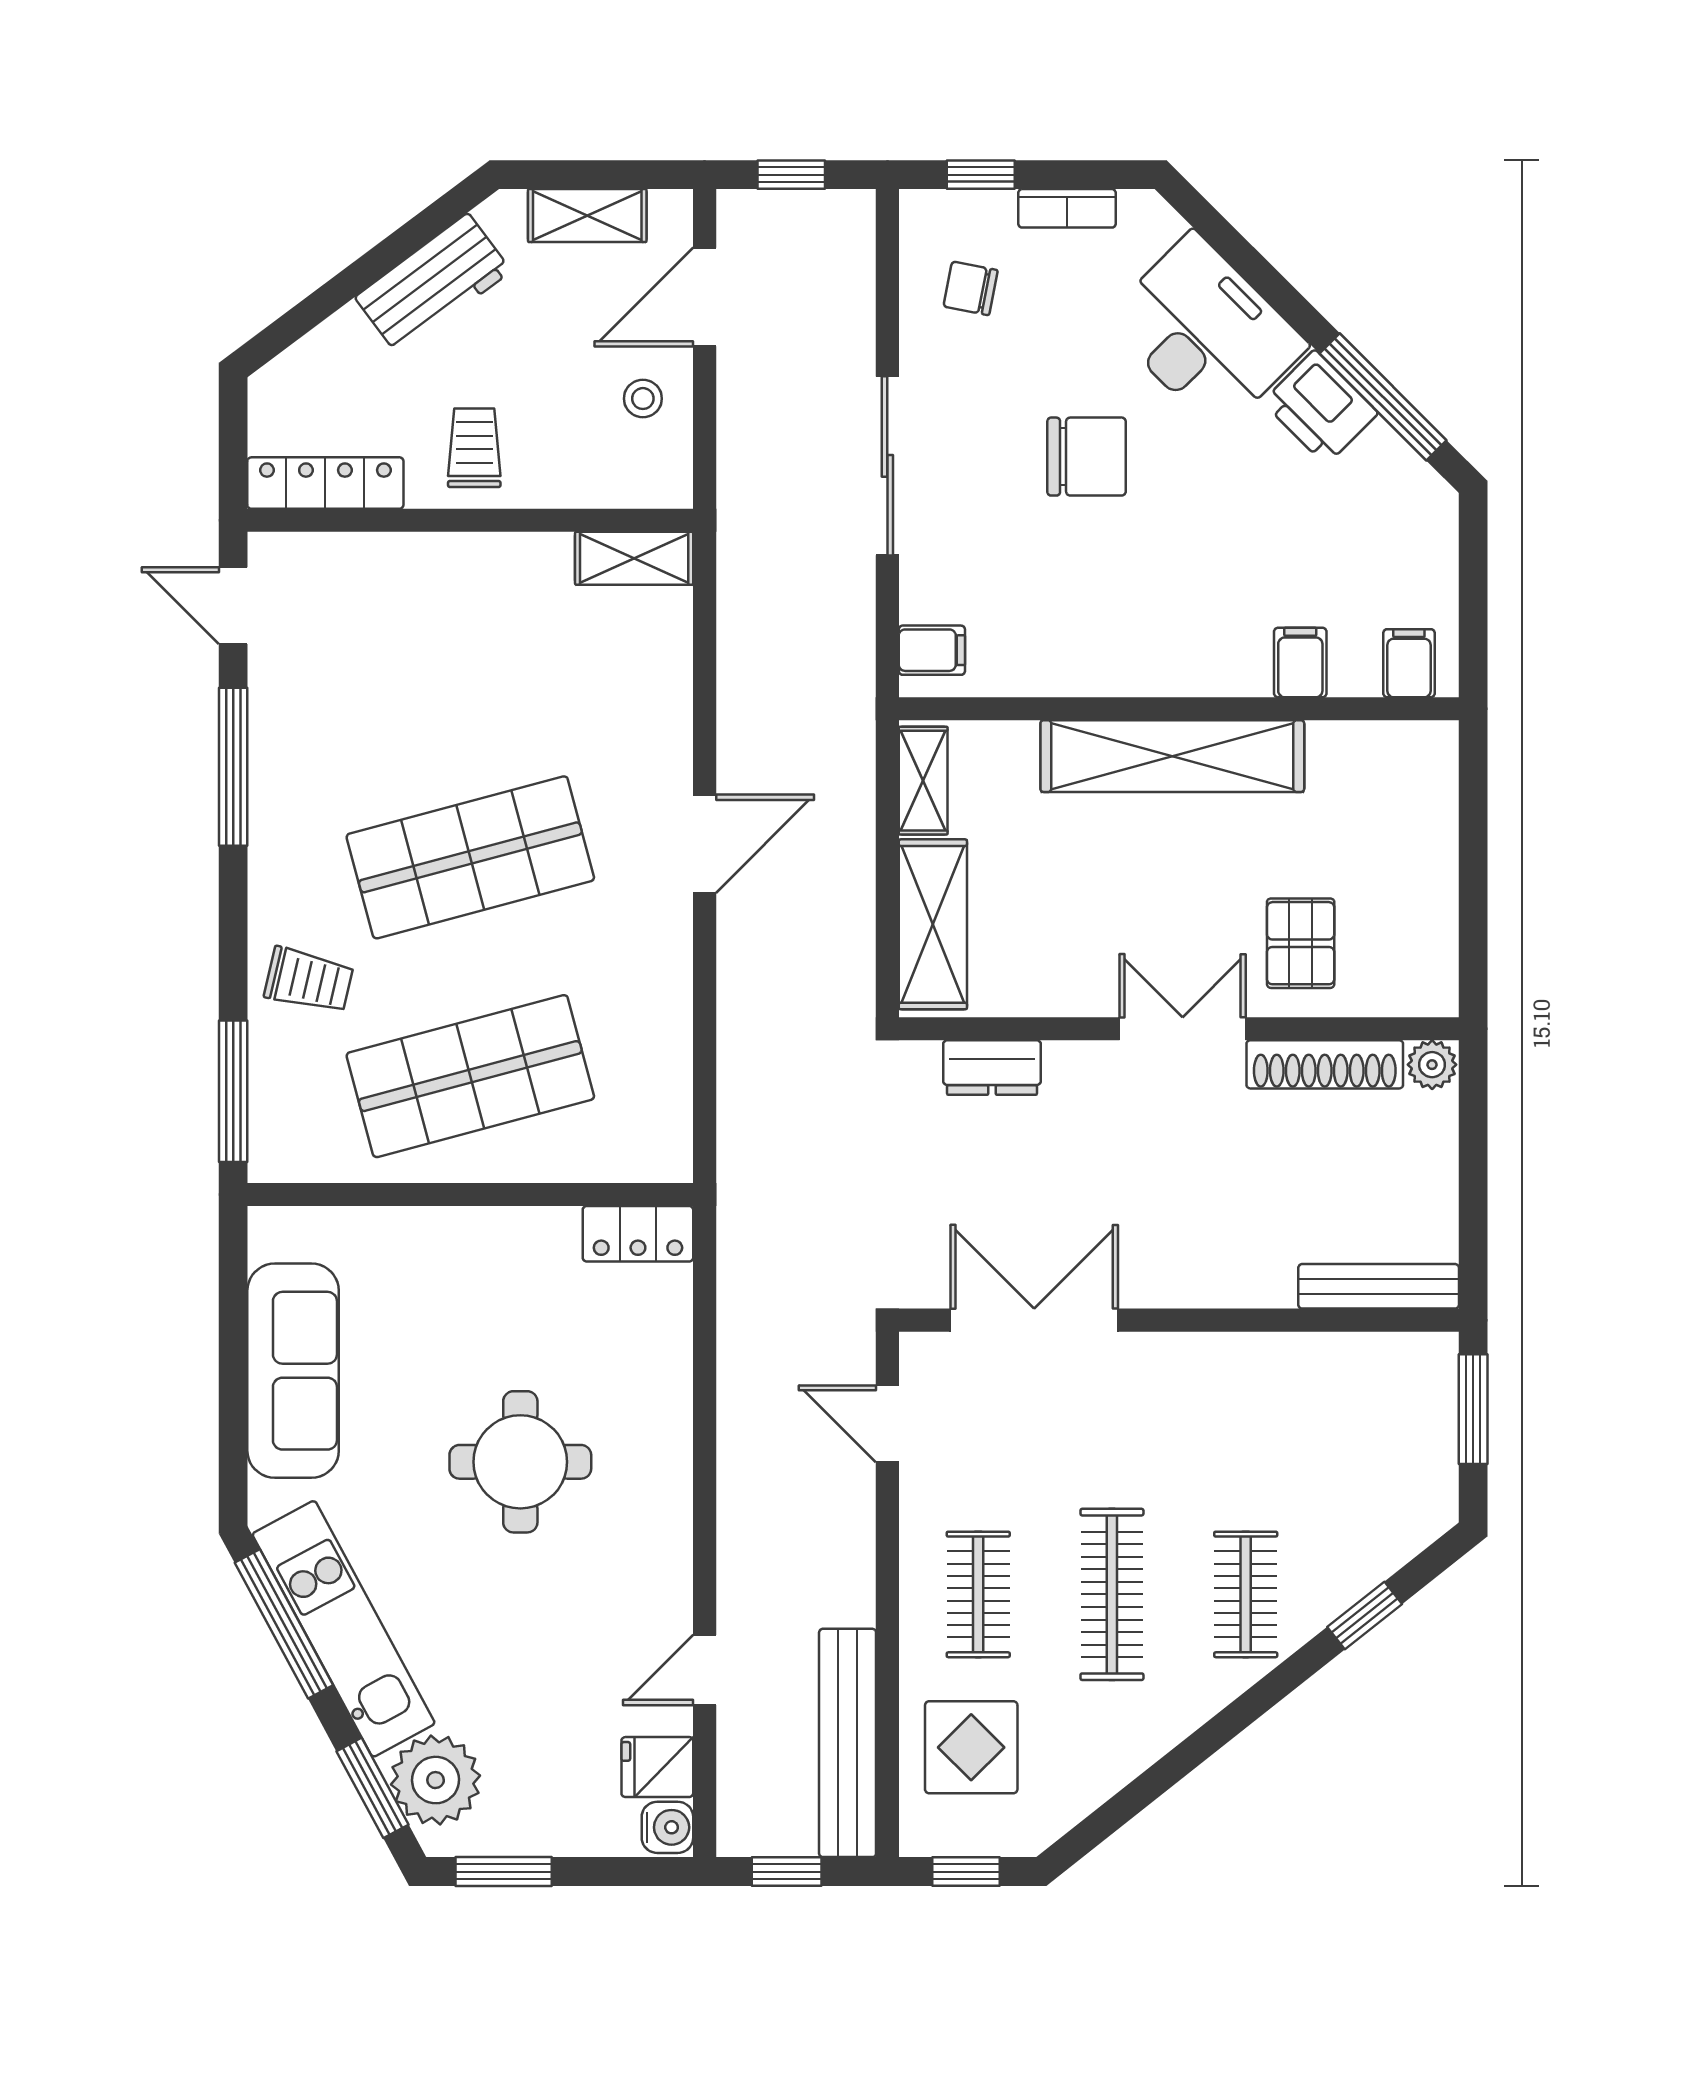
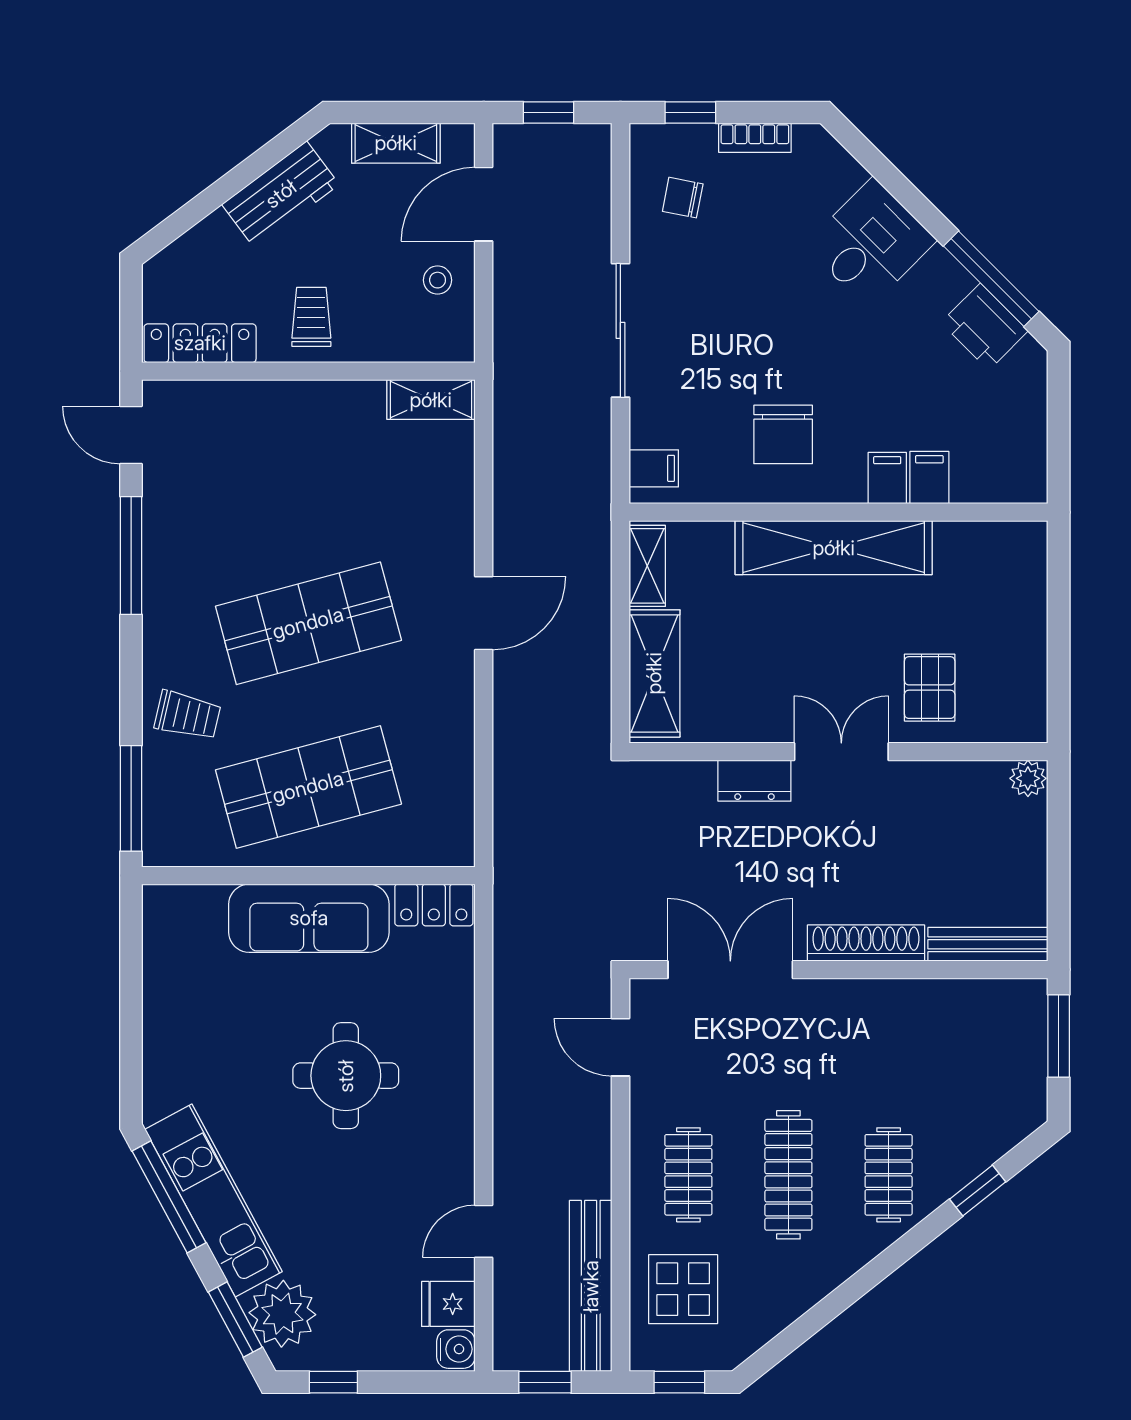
desk: (1206, 333) -> (871, 243), width x0.73
printer: (1320, 407) -> (984, 327), moved
chair: (1087, 457) -> (783, 434), moved, turned 90
filing cabinet: (1409, 663) -> (887, 478), moved
shoe rack: (1325, 1064) -> (866, 943), moved, turned 180
dresser: (992, 1068) -> (754, 781), moved
sofa: (293, 1371) -> (309, 918), moved, turned 90
window: (504, 1872) -> (333, 1382), width x0.67

